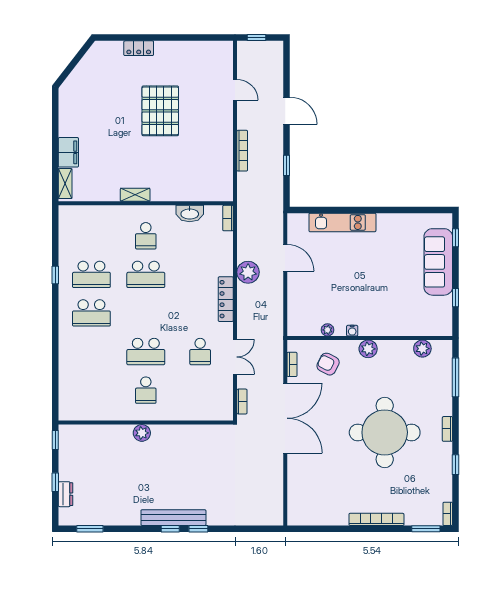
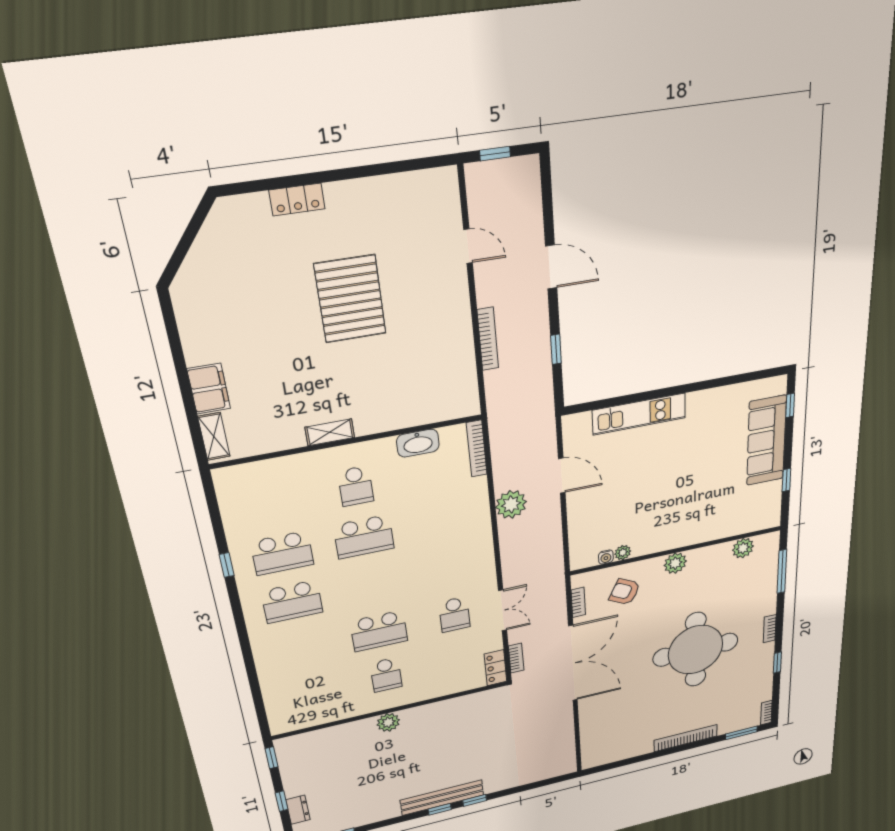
bookcase: (228, 218) -> (477, 449), width x1.56
locker: (226, 299) -> (496, 668), moved, width x0.66
water cooler: (352, 331) -> (606, 557), moved

